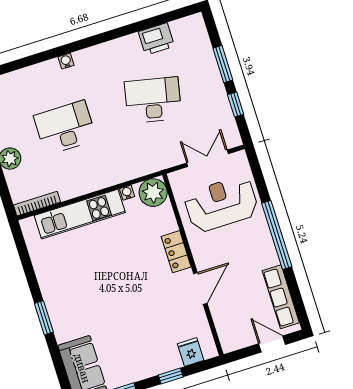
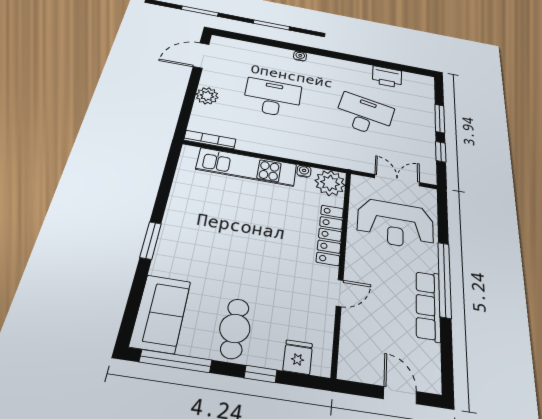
reception desk: (221, 204) -> (396, 224), turned 180
locker: (176, 252) -> (330, 235), width x1.53
door: (200, 288) -> (340, 293), width x0.73
row of seats: (281, 297) -> (428, 306), moved
cafe table: (138, 353) -> (235, 328), added

